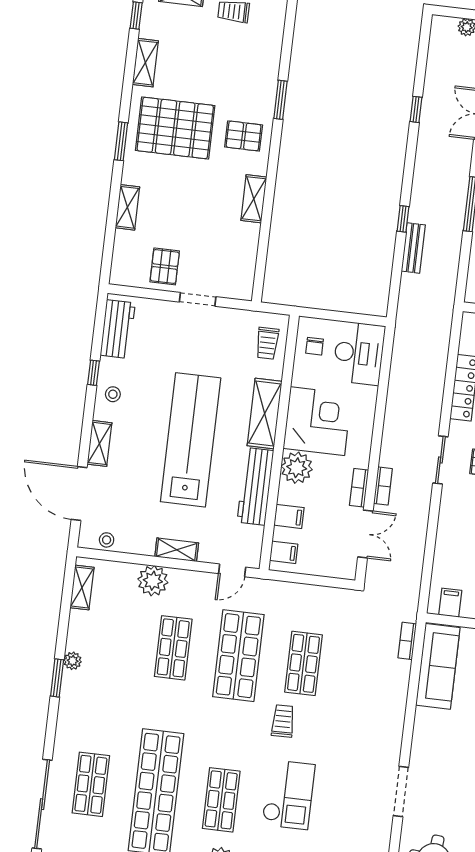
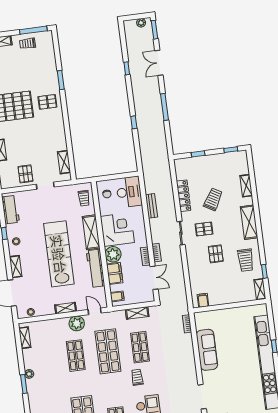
shelving: (254, 199) -> (64, 162), moved
bench: (413, 248) -> (151, 206), moved
filing cabinet: (289, 516) -> (115, 273), width x2.00
door: (232, 570) -> (95, 311), swing flipped
plant: (153, 581) -> (77, 323), moved
shelving: (315, 595) -> (137, 313), added
sofa: (438, 666) -> (207, 350), moved

